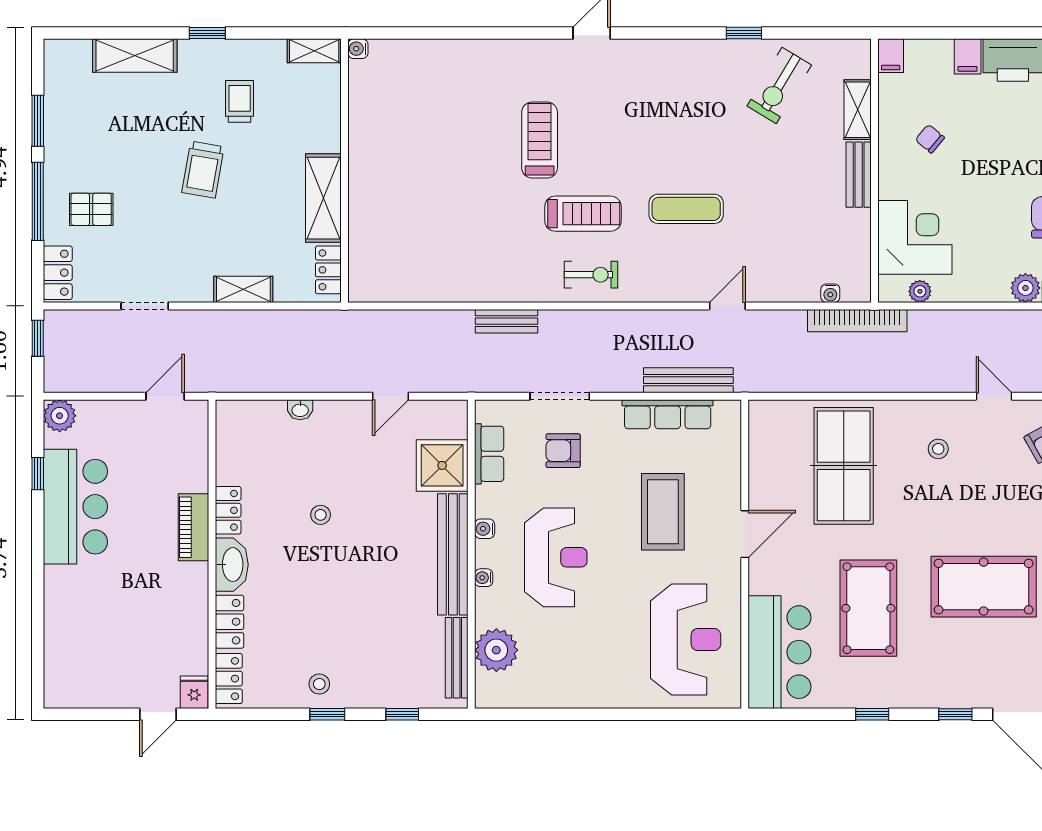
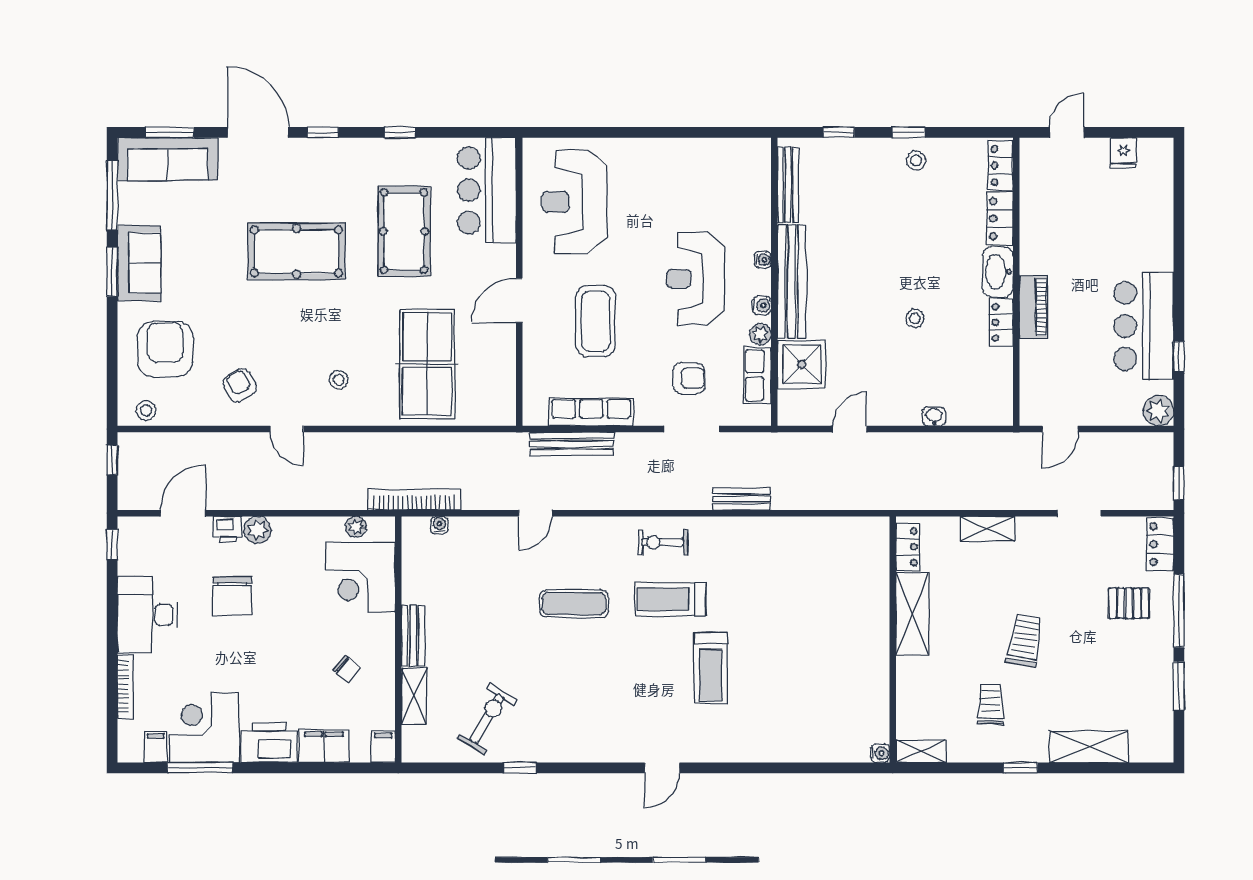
filing cabinet: (968, 56) -> (324, 746), width x2.00
trolley: (240, 101) -> (991, 704), turned 180
plant: (496, 650) -> (760, 334), moved, width x0.53, depth x0.53
fridge: (194, 692) -> (1123, 153), moved

